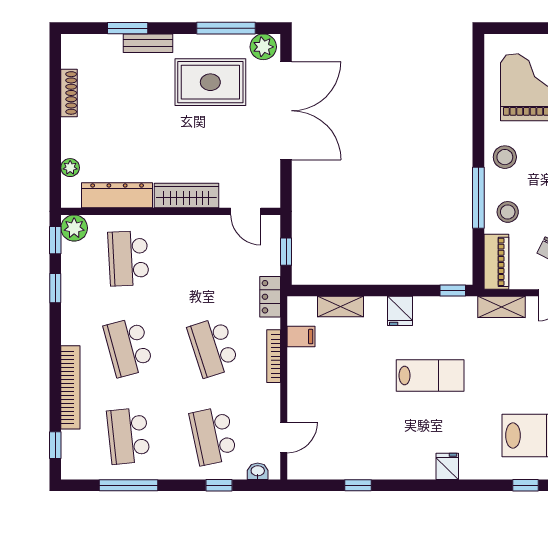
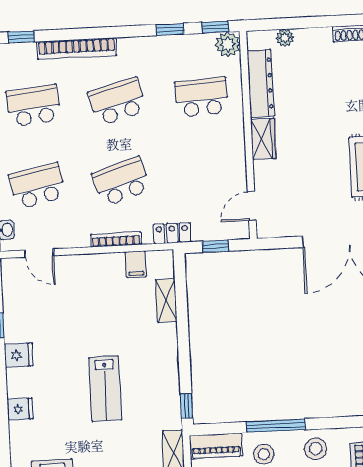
wardrobe: (186, 196) -> (263, 139), width x0.67
fridge: (400, 311) -> (19, 355), moved, turned 180

